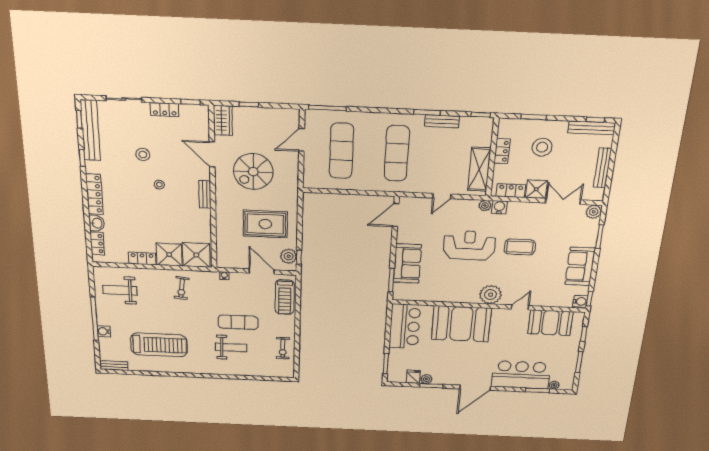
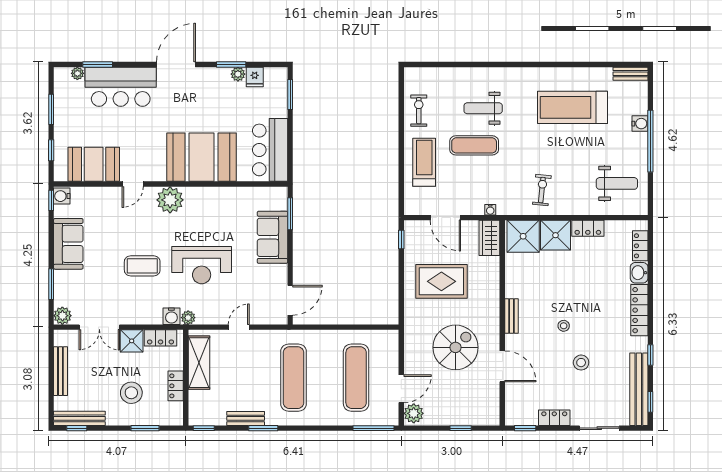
wardrobe: (223, 120) -> (489, 238), moved
plant: (289, 256) -> (414, 413), moved
treadmill: (285, 297) -> (424, 162), moved

